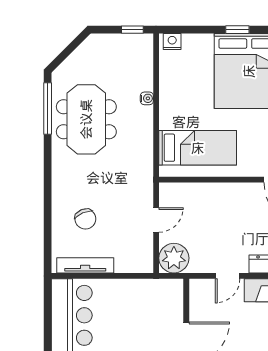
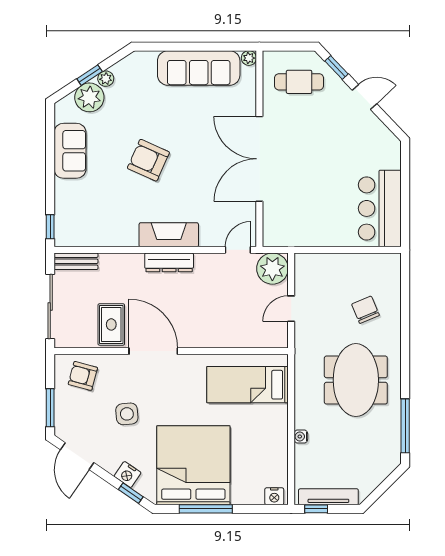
window: (237, 30) -> (206, 509), width x2.17
meeting table: (86, 119) -> (356, 380), moved
tv unit: (85, 265) -> (328, 497), moved, turned 180
door: (228, 276) -> (238, 250), moved

